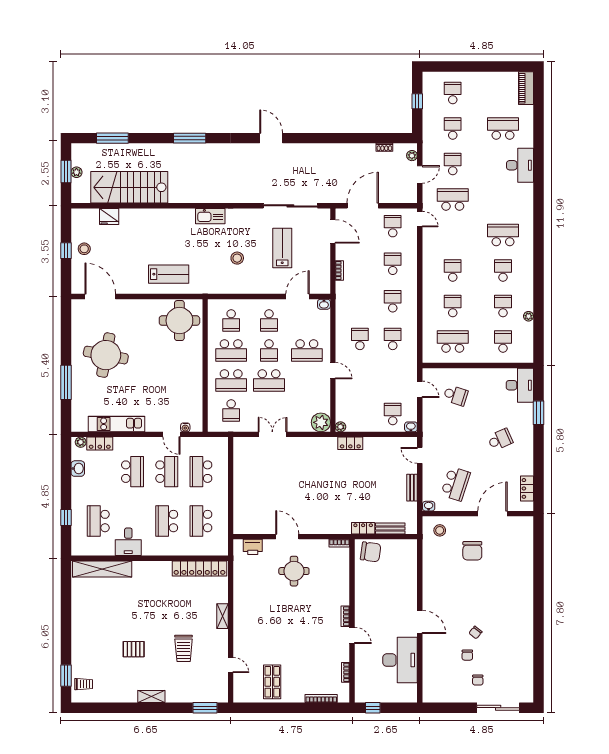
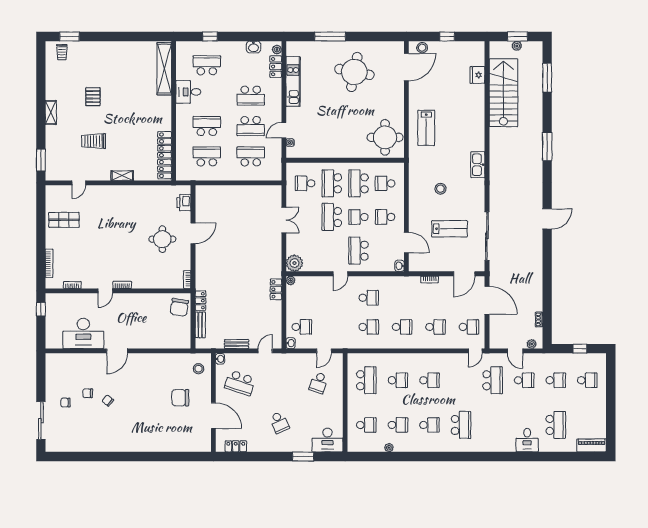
desk: (520, 165) -> (527, 440), width x0.73
stool: (84, 249) -> (422, 48), moved

